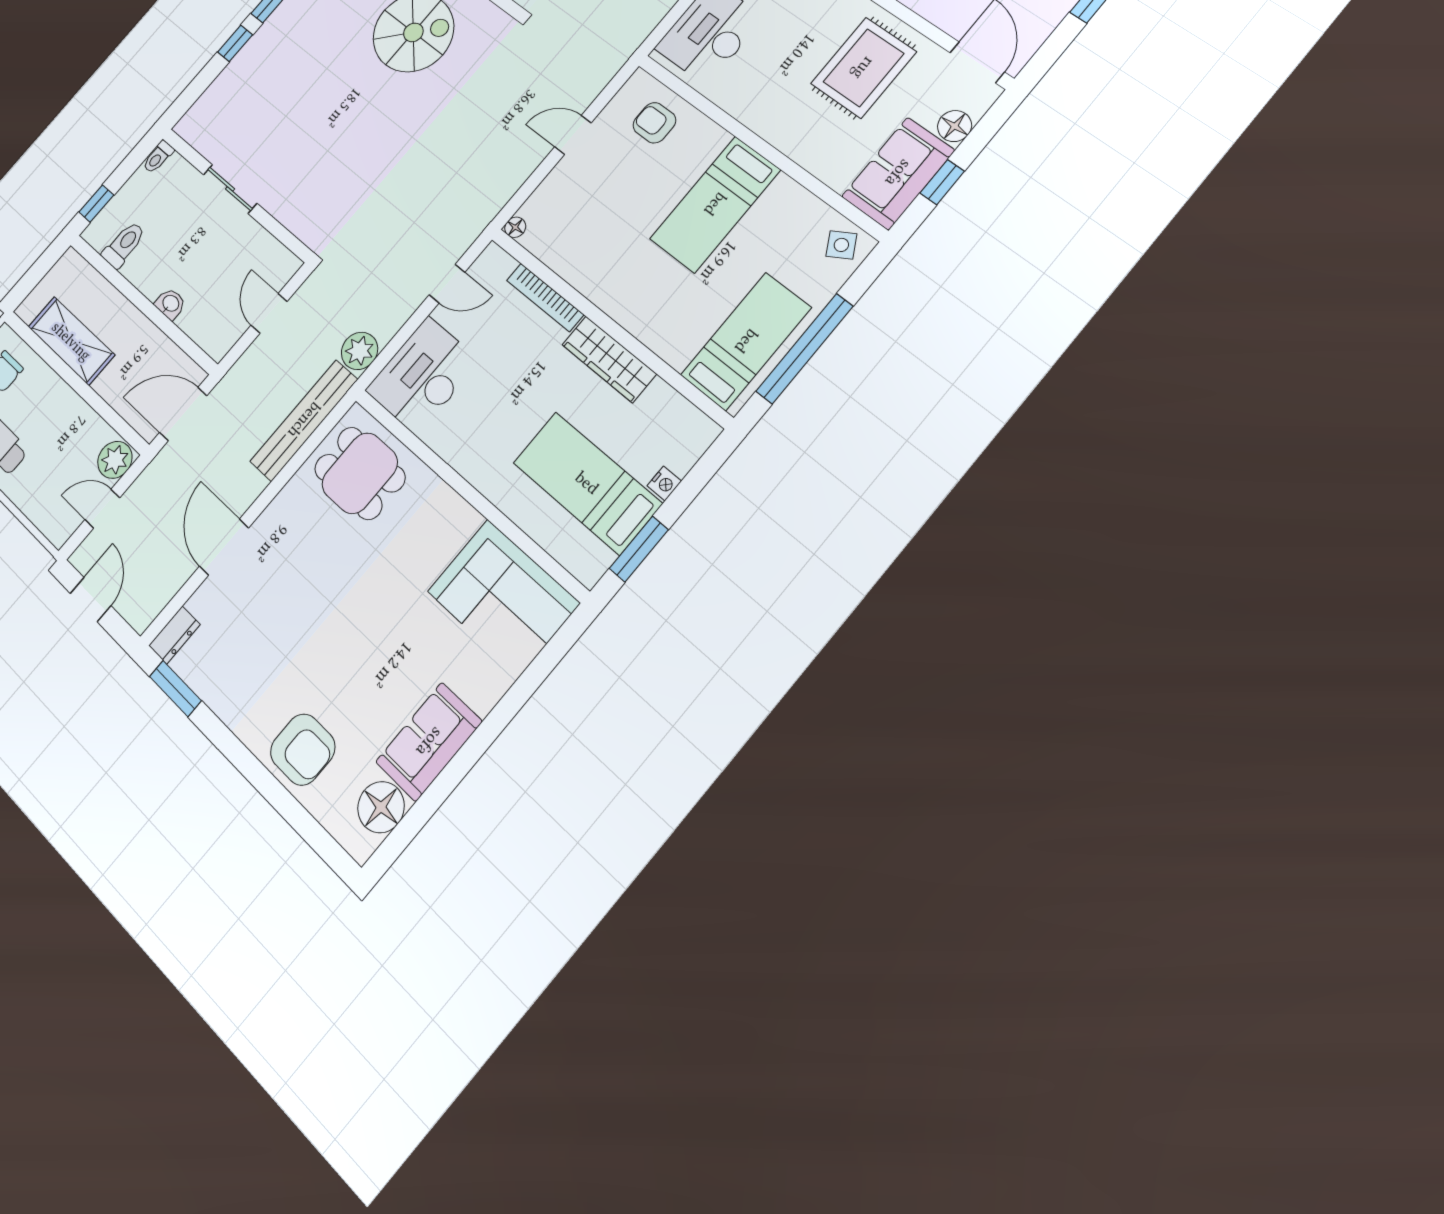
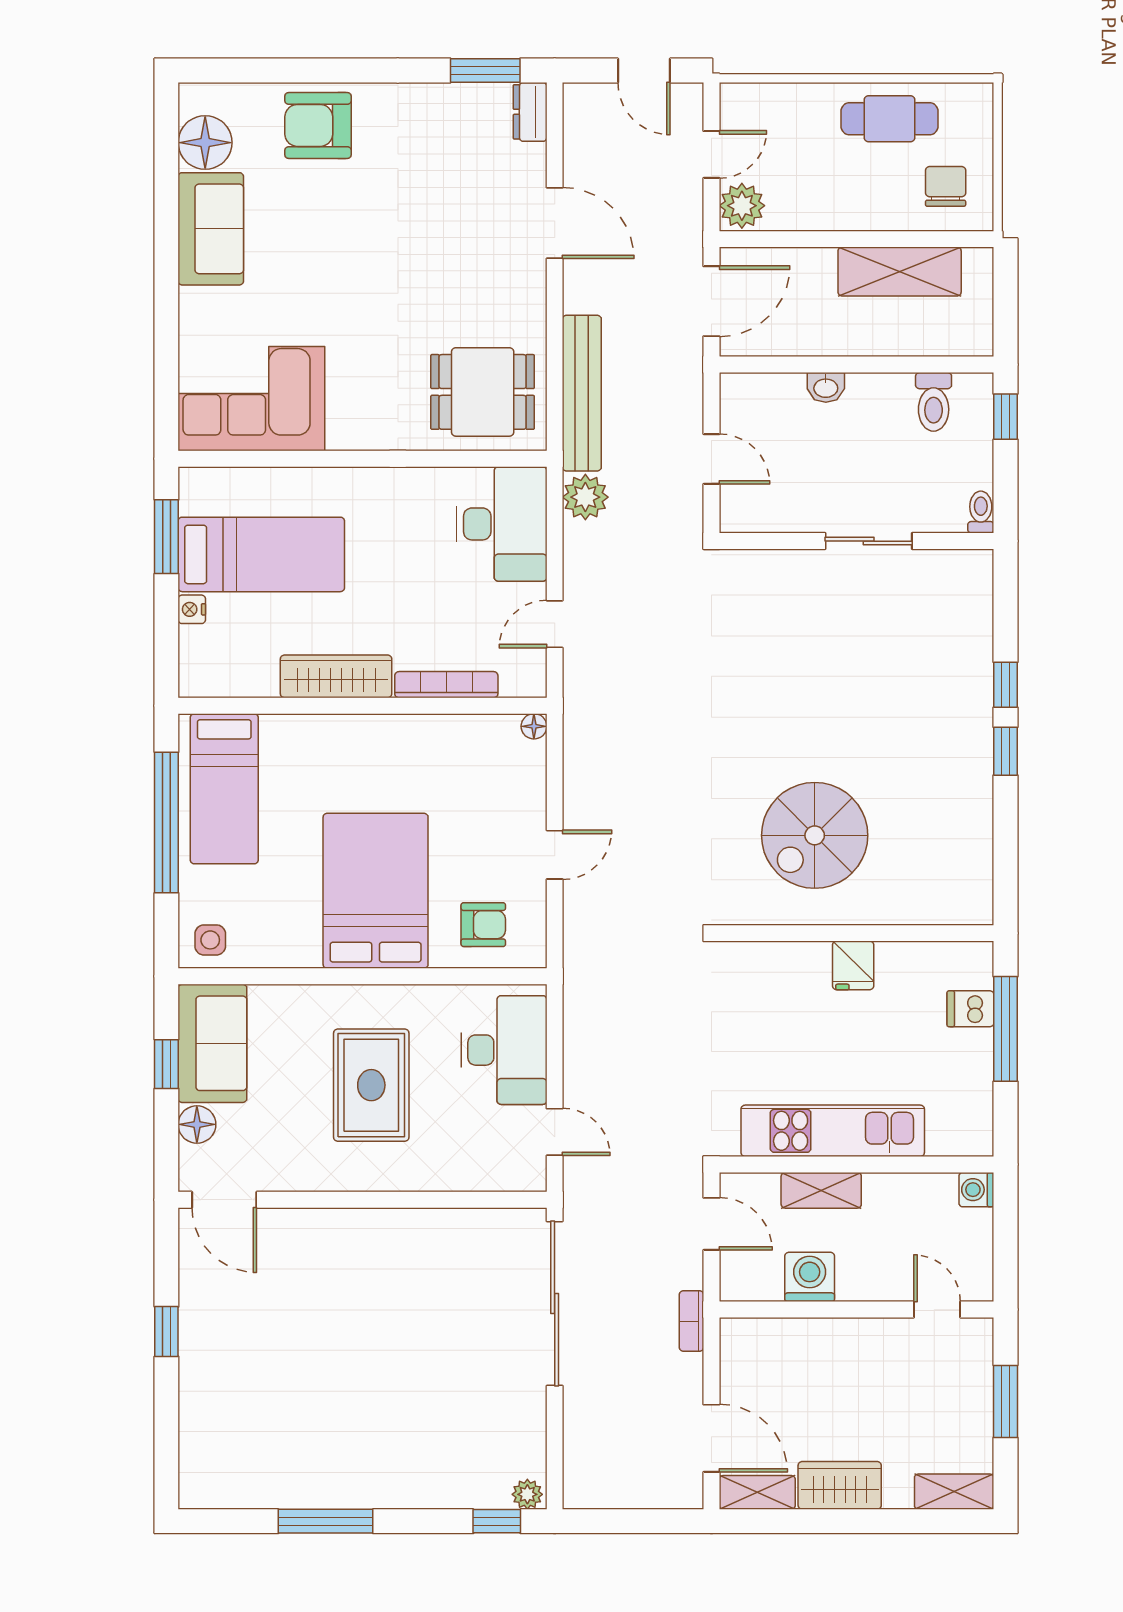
rug: (863, 68) -> (371, 1085), moved
bed: (715, 204) -> (376, 891), width x1.50
side table: (841, 245) -> (210, 940), turned 30

